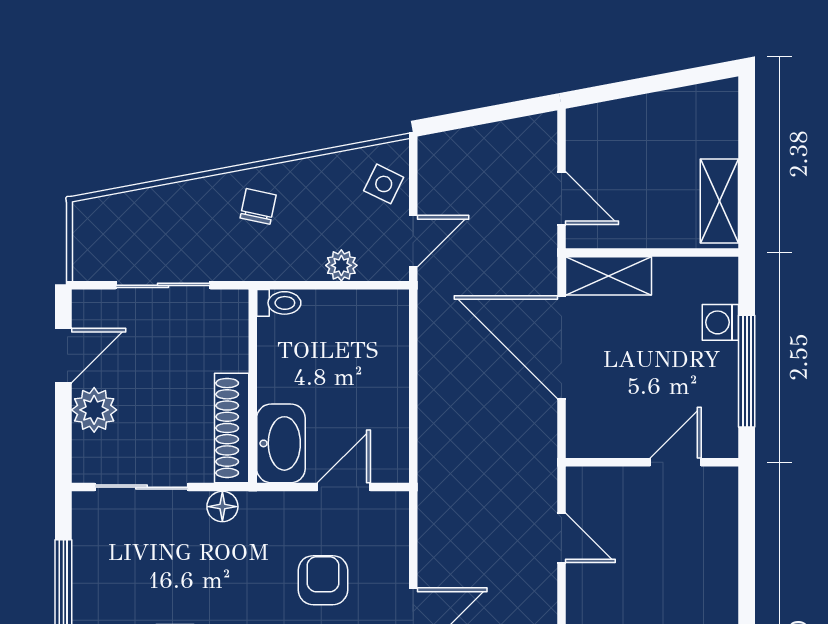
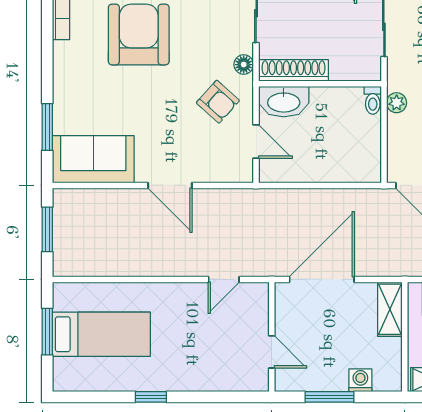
plant: (341, 265) -> (397, 103), moved
door: (561, 347) -> (322, 279), moved
window: (747, 371) -> (329, 397), width x0.69
armchair: (323, 580) -> (218, 102), moved, turned 42

